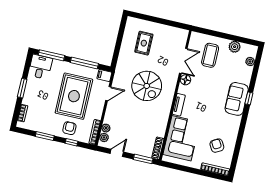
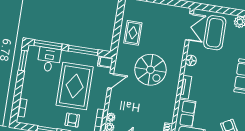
rug: (144, 43) -> (133, 33), moved
coffee table: (210, 55) -> (215, 33), width x1.36, depth x1.32
double door: (183, 61) -> (189, 27), moved
desk: (40, 67) -> (49, 60), moved
window: (22, 88) -> (23, 61), moved

